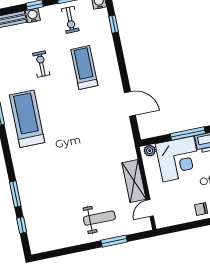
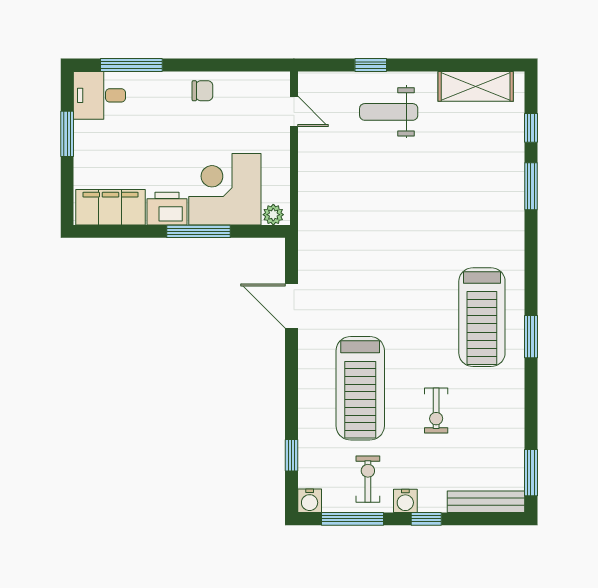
water cooler: (33, 15) -> (405, 501), moved
treadmill: (84, 67) -> (360, 388), width x1.37, depth x1.38
shelving: (134, 181) -> (476, 86), moved, turned 90
door: (150, 208) -> (294, 111), hinge flipped
window: (114, 241) -> (371, 65), width x0.67

